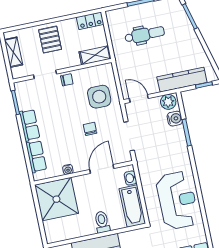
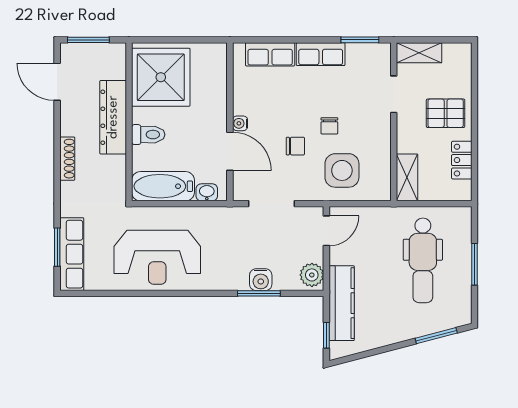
locker: (90, 21) -> (462, 160), moved
dental chair: (145, 35) -> (423, 260), width x1.36, depth x1.38
shelving: (13, 52) -> (419, 53), moved
chair: (67, 80) -> (329, 126), moved
water cooler: (175, 119) -> (261, 280), moved
water cooler: (68, 169) -> (240, 123), moved
shower: (56, 199) -> (161, 77), moved

